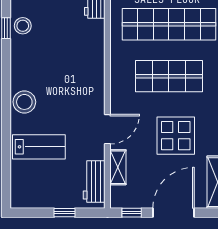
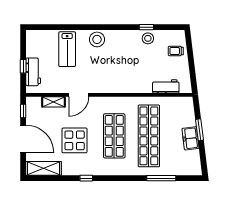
door: (107, 129) -> (79, 95), hinge flipped
workbench: (94, 182) -> (33, 72), moved, turned 90

